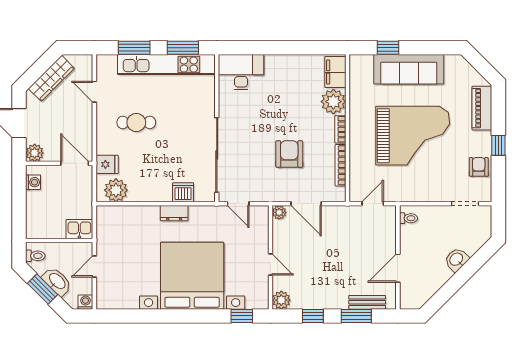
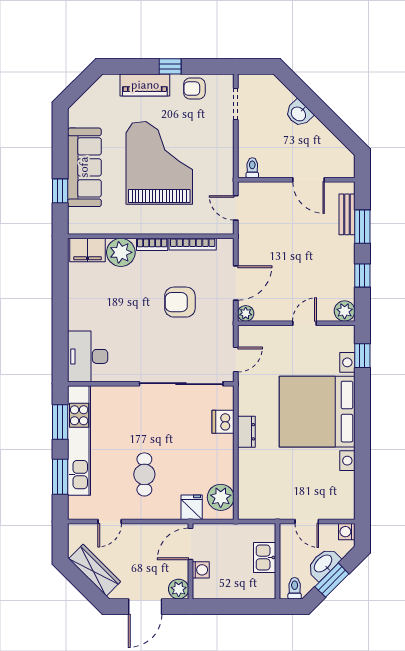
piano: (482, 108) -> (145, 85), moved
washing machine: (33, 182) -> (201, 570), moved, turned 90
kitchen sink: (79, 229) -> (265, 557), moved

